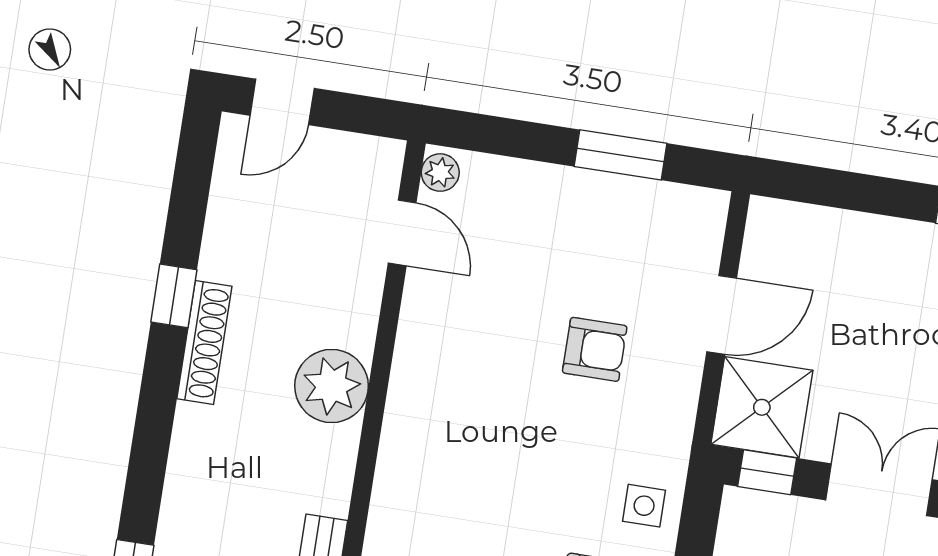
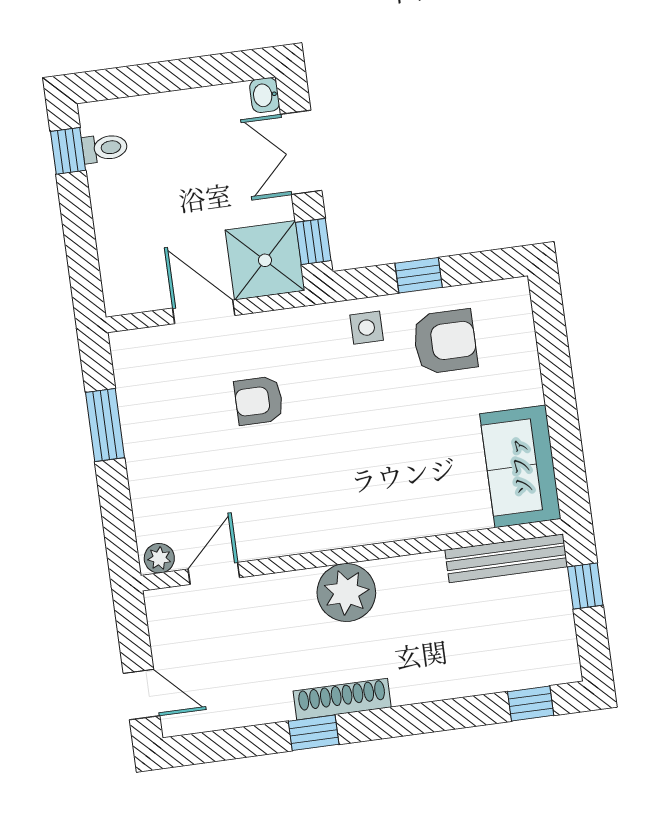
armchair: (595, 349) -> (259, 401), turned -90

